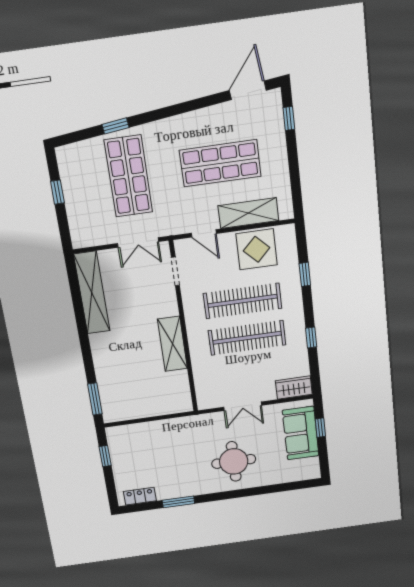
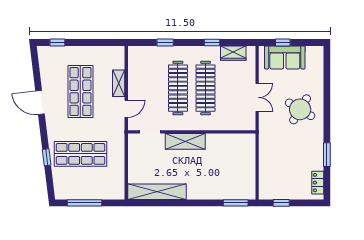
door: (248, 90) -> (40, 102), moved
window: (57, 192) -> (84, 203), width x2.17
shelving: (248, 213) -> (119, 83), width x0.67, depth x0.75
double door: (138, 243) -> (126, 154), removed
display table: (257, 249) -> (143, 74), removed
shelving: (172, 344) -> (185, 141), moved
wardrobe: (294, 388) -> (233, 53), moved, turned -90
round table: (234, 461) -> (300, 109), turned 31

